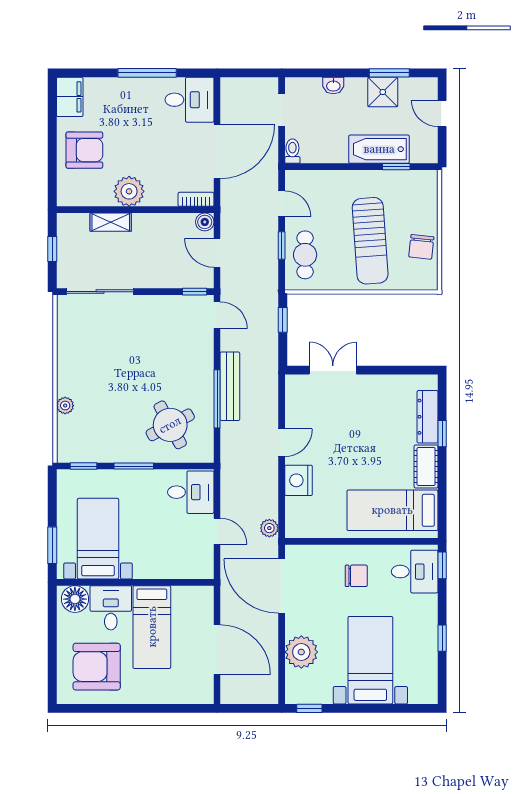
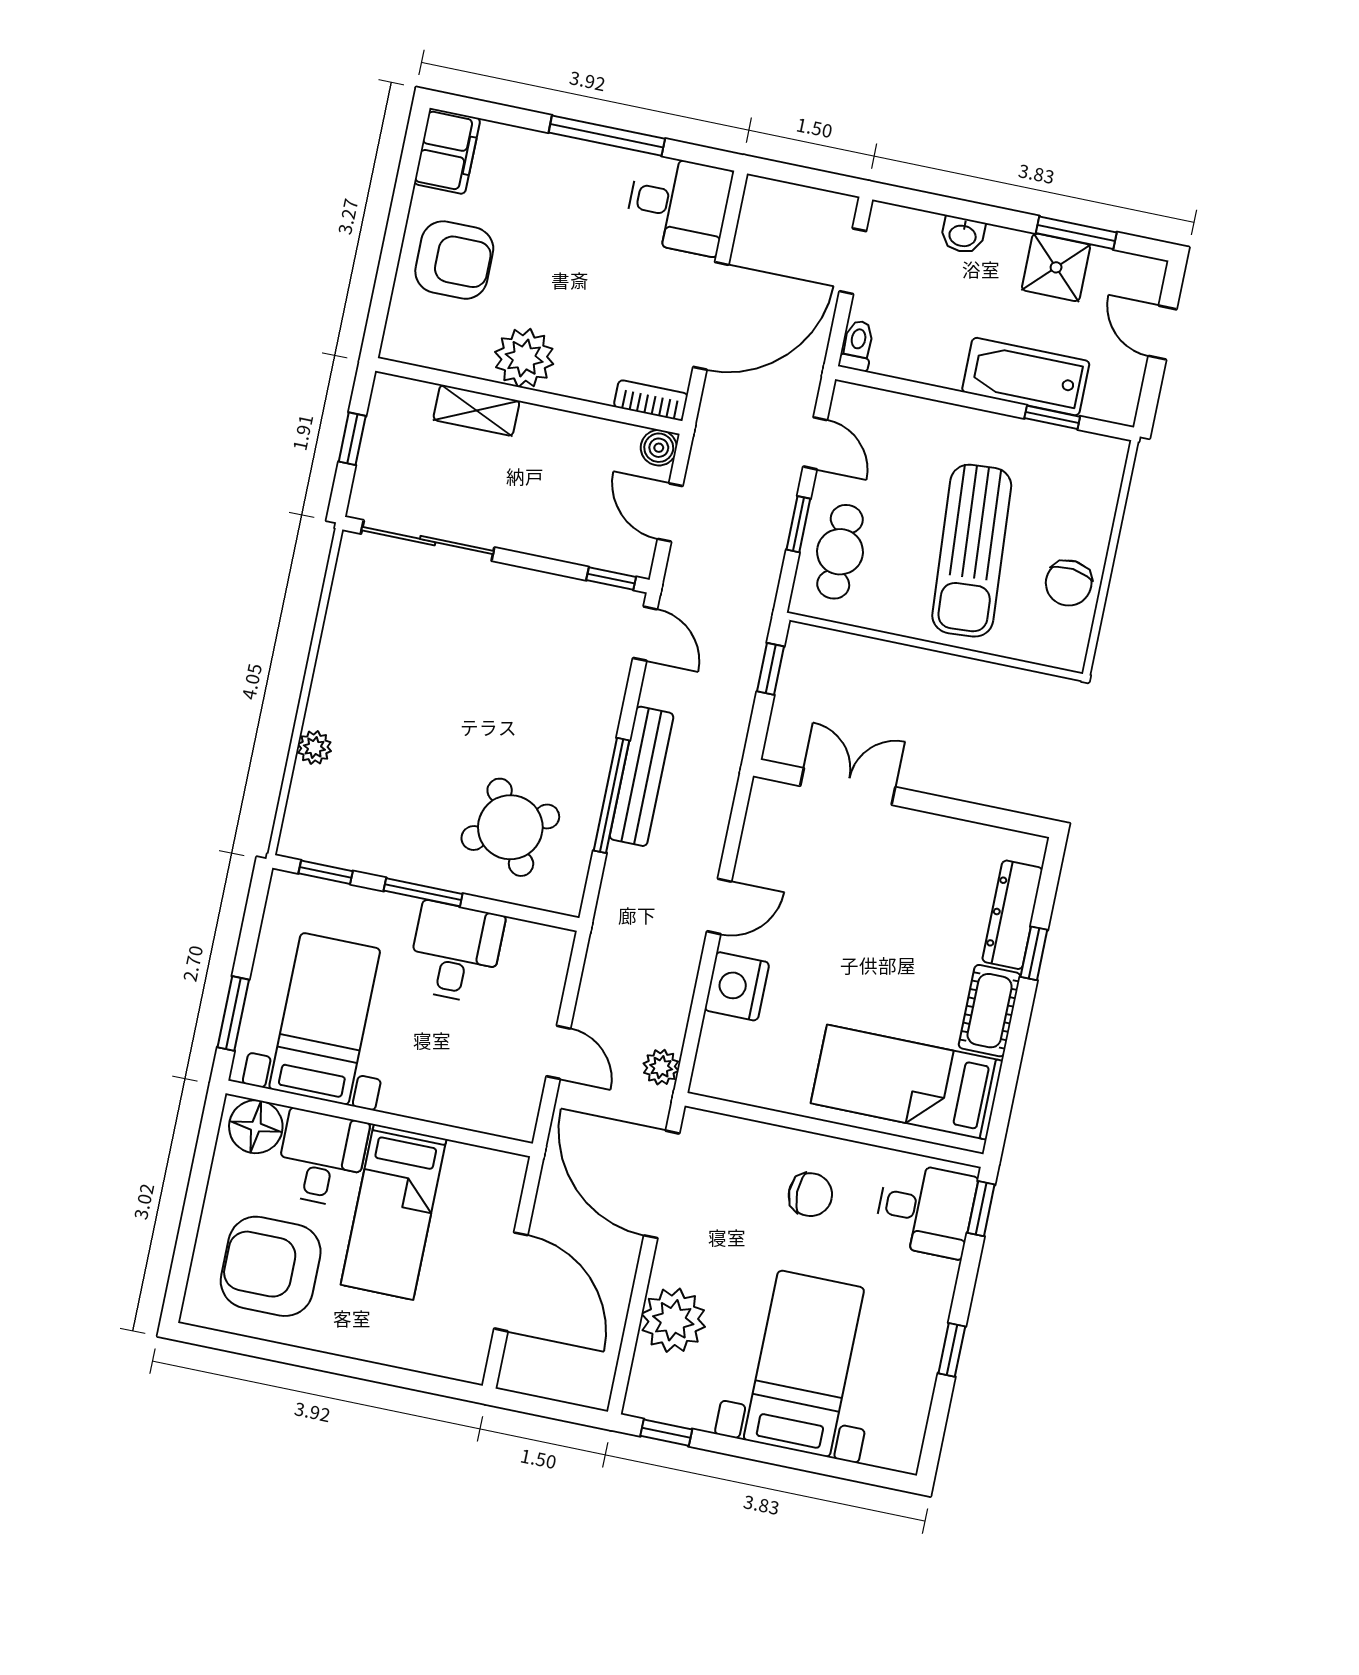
desk: (191, 492) -> (456, 952), moved, turned -90

